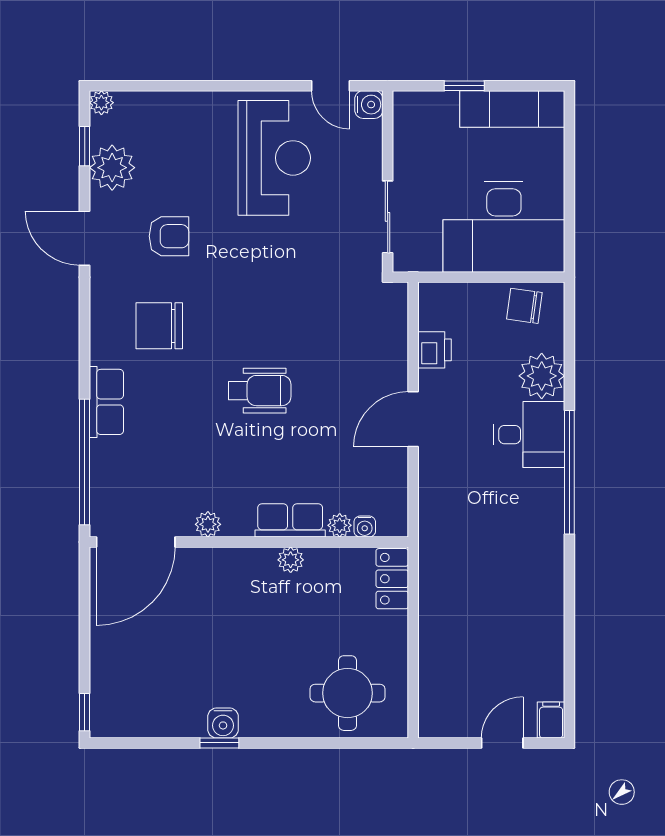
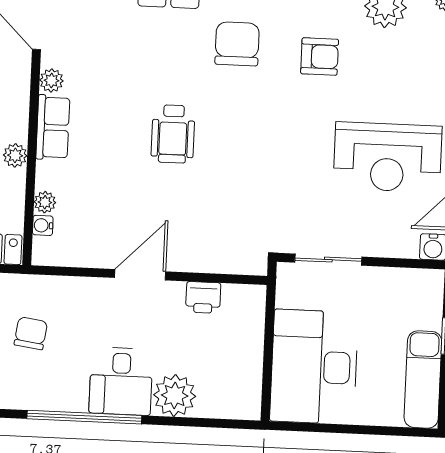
armchair: (169, 236) -> (320, 57), turned -90
chair: (524, 306) -> (31, 333), moved
door: (413, 419) -> (140, 275), hinge flipped
row of seats: (290, 520) -> (53, 127), moved

